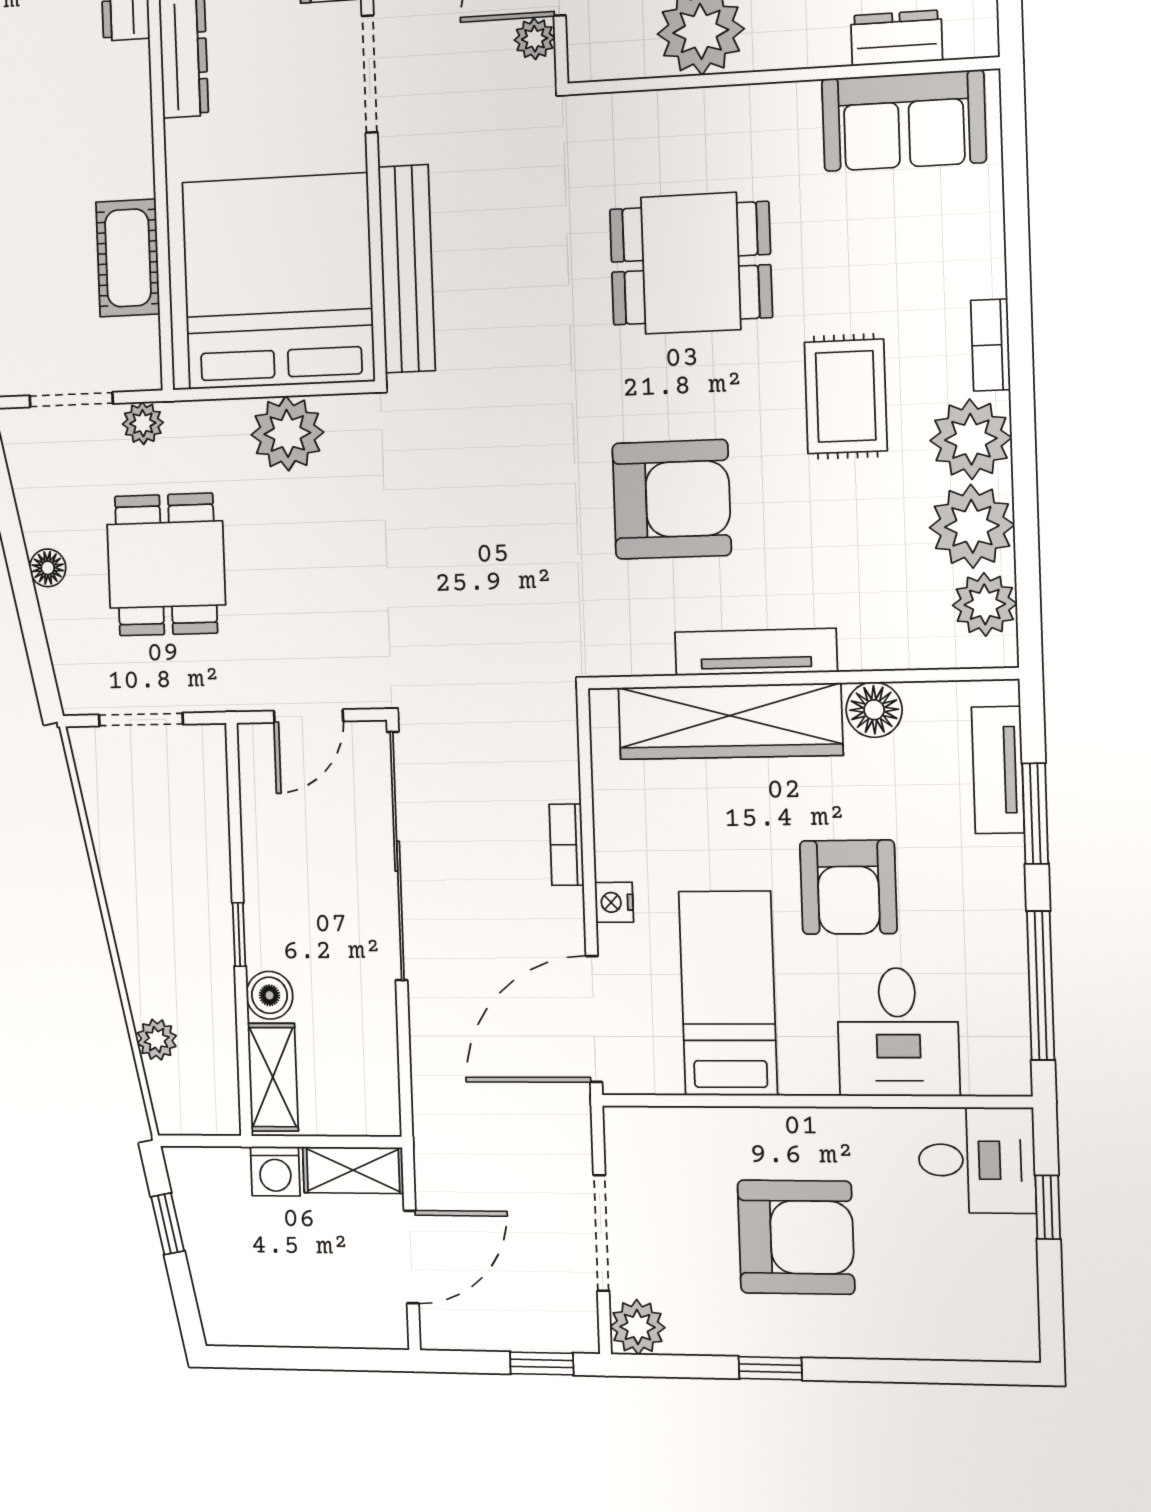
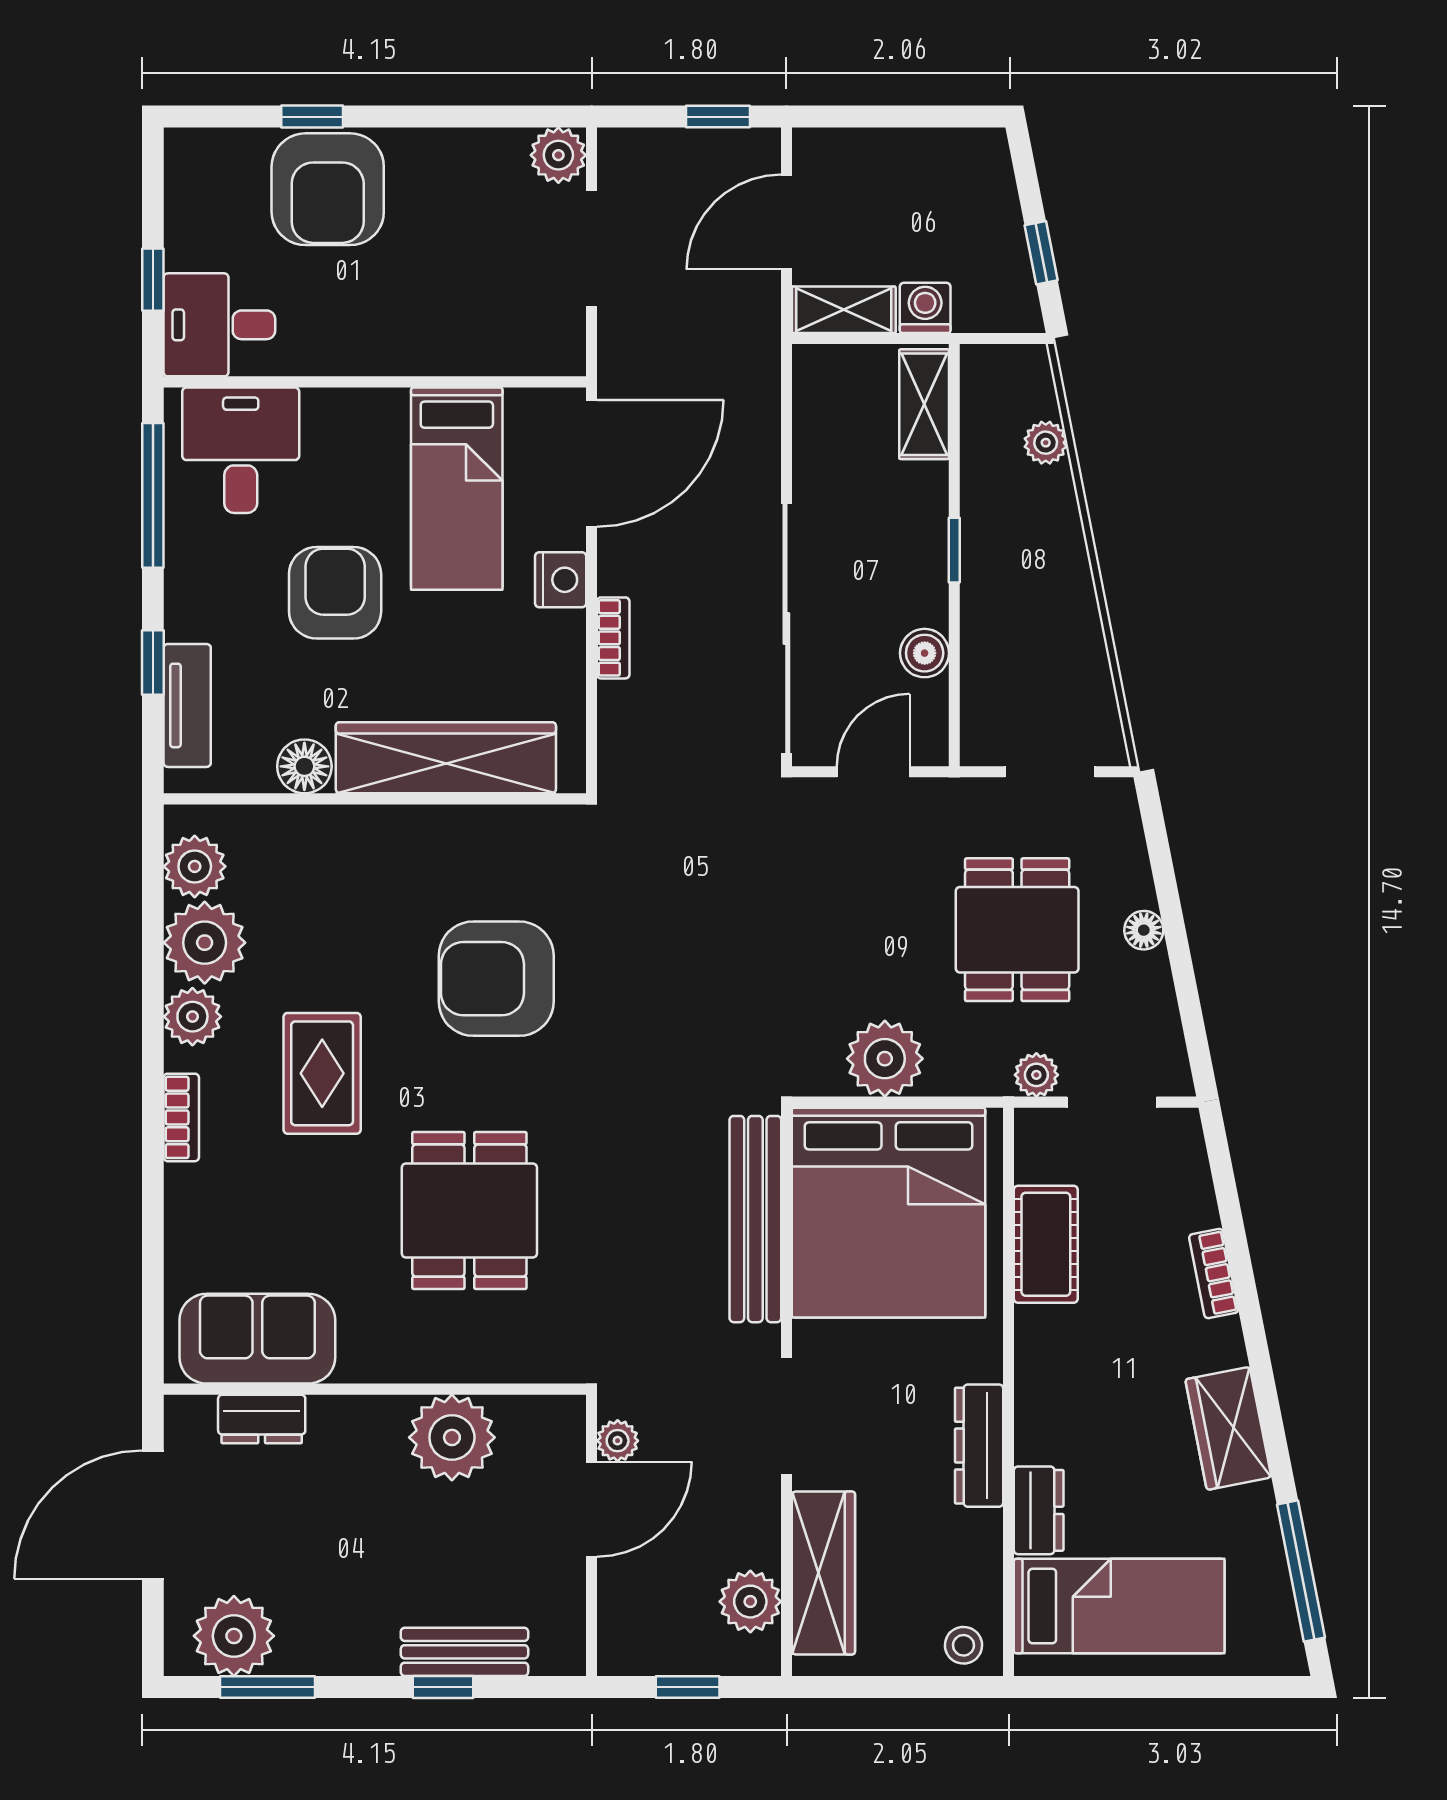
dining table: (691, 263) -> (469, 1211), turned 90
plant: (971, 439) -> (192, 1017), width x0.73, depth x0.73
tv unit: (756, 652) -> (418, 826), removed
window: (1035, 814) -> (153, 662), width x0.67
nightstand: (614, 902) -> (561, 580), width x1.39, depth x1.35
boiler: (269, 995) -> (925, 653), moved
desk: (898, 1032) -> (241, 450), moved
armchair: (796, 1237) -> (328, 189), moved, turned -90
window: (542, 1363) -> (718, 117), moved
window: (770, 1368) -> (312, 117), moved

